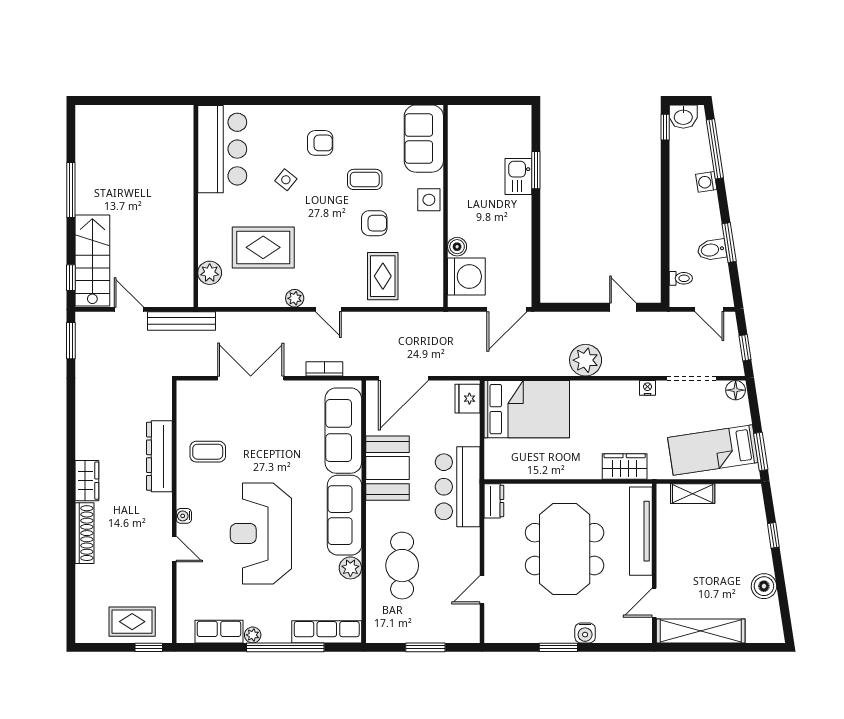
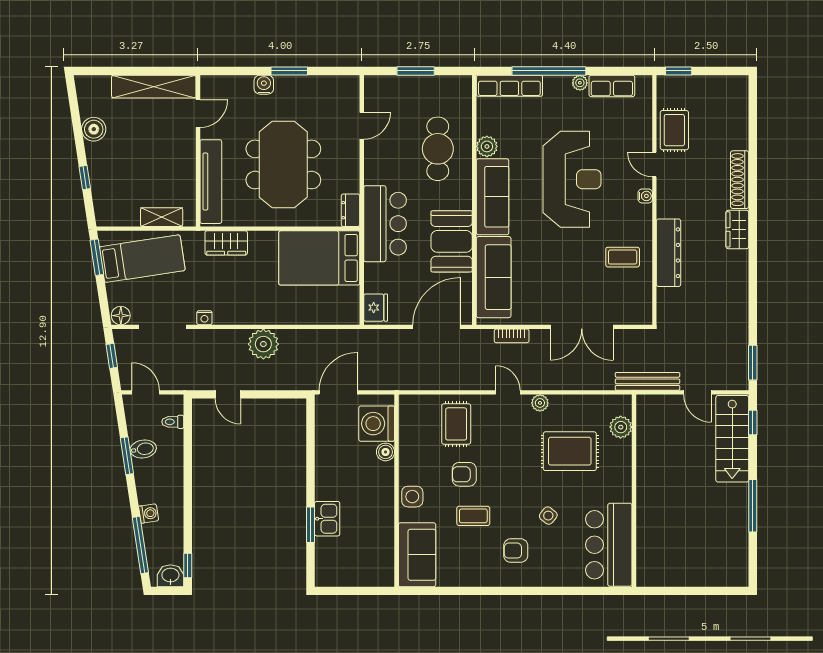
bed: (527, 409) -> (319, 258), moved
rug: (132, 622) -> (674, 130), moved, turned 90

